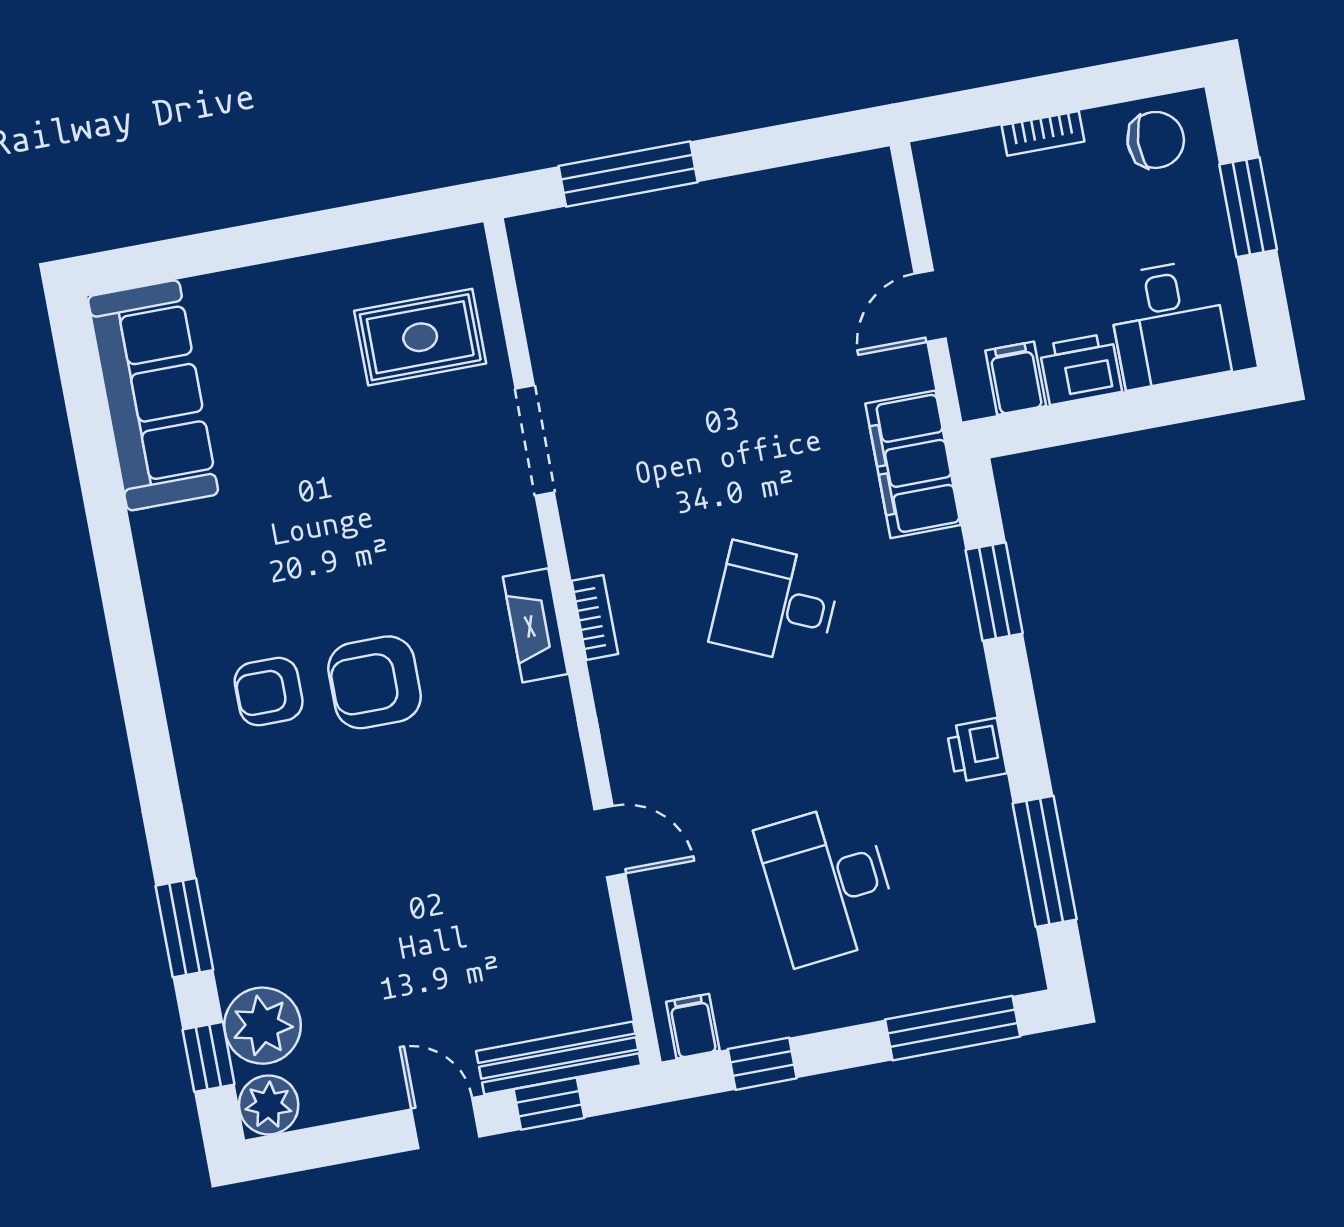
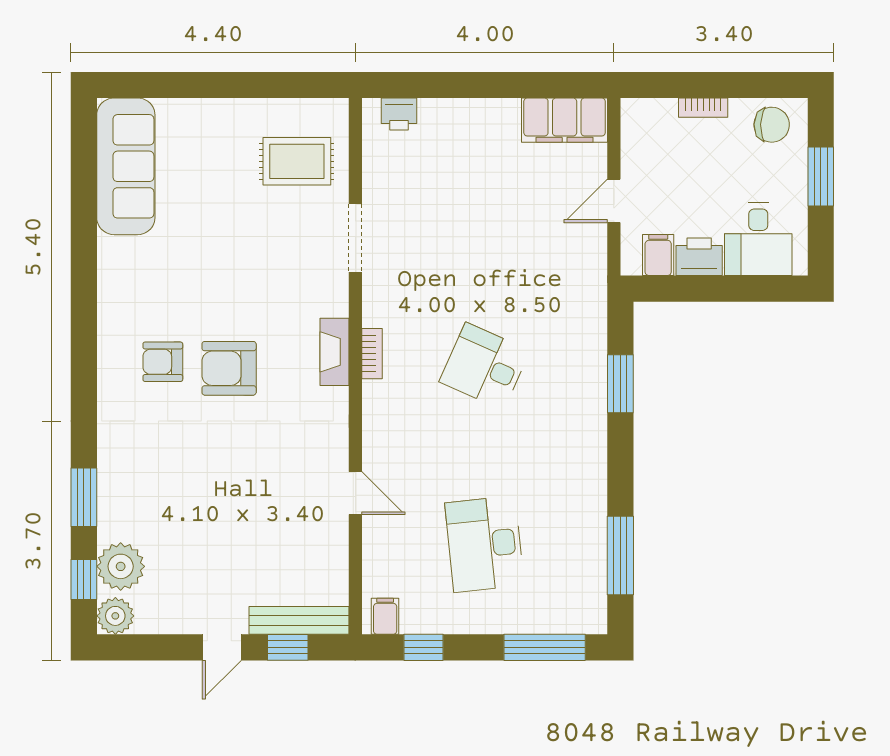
window: (628, 174) -> (443, 85), removed
filing cabinet: (913, 464) -> (565, 120), moved, turned -90
printer: (977, 750) -> (399, 114), moved, turned -90
door: (445, 1123) -> (222, 647), swing flipped

